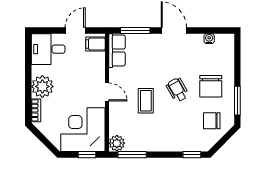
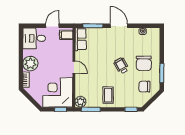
coffee table: (146, 101) -> (108, 95), moved

